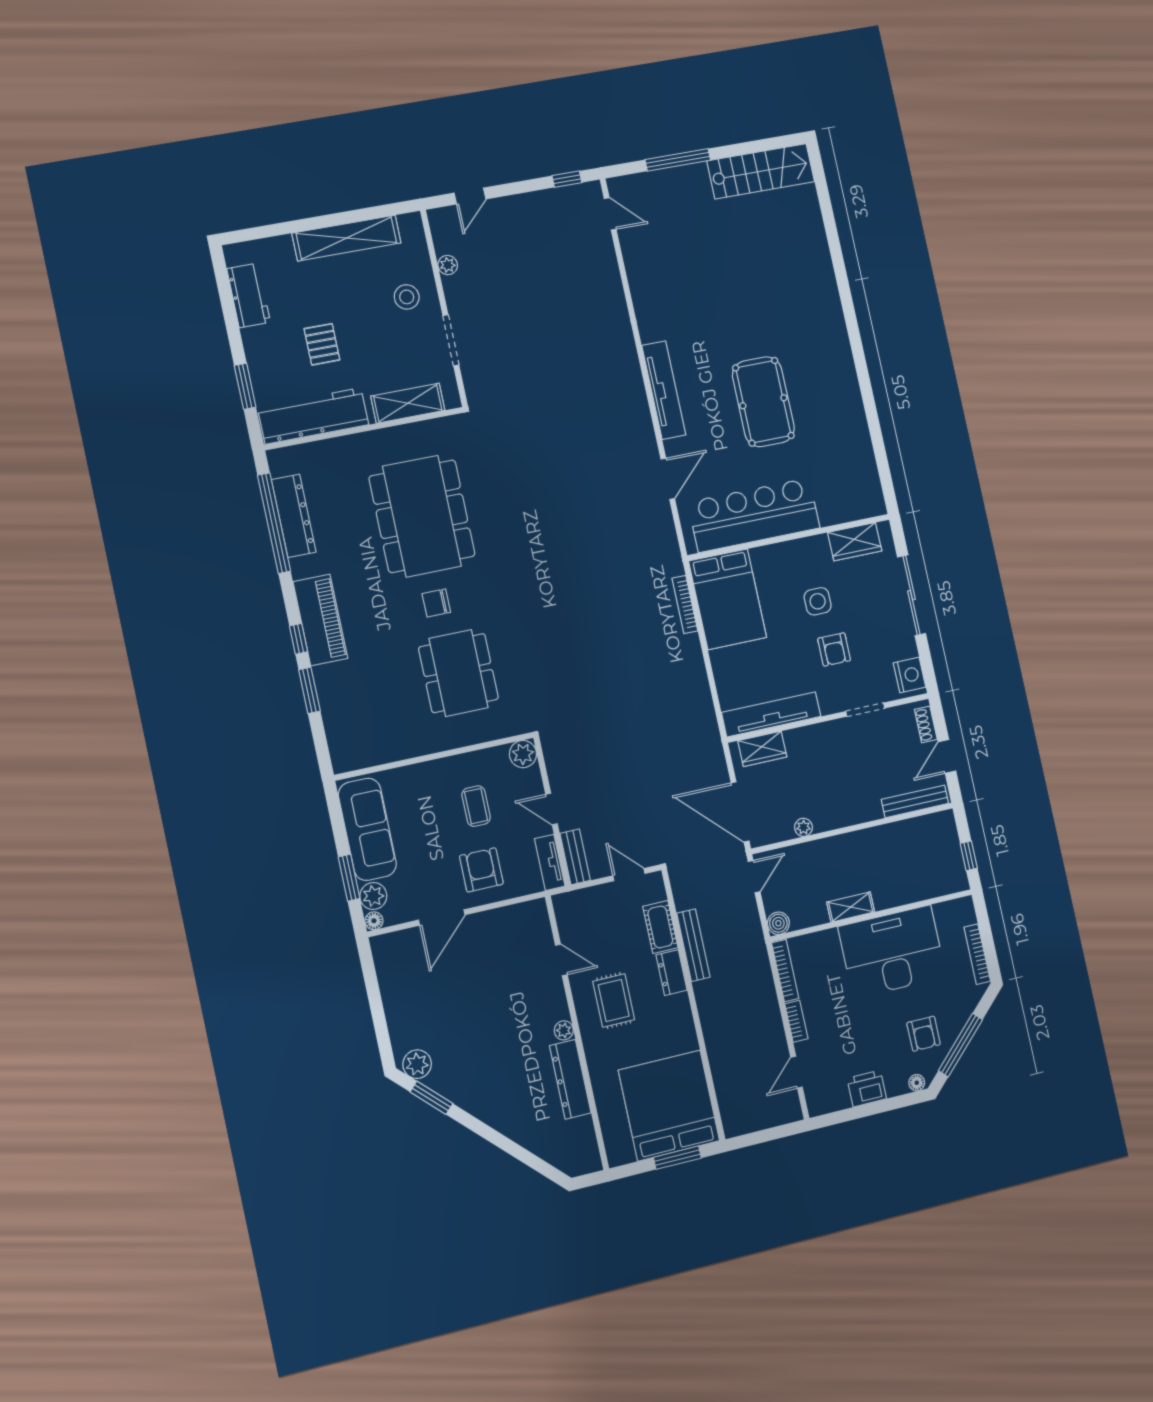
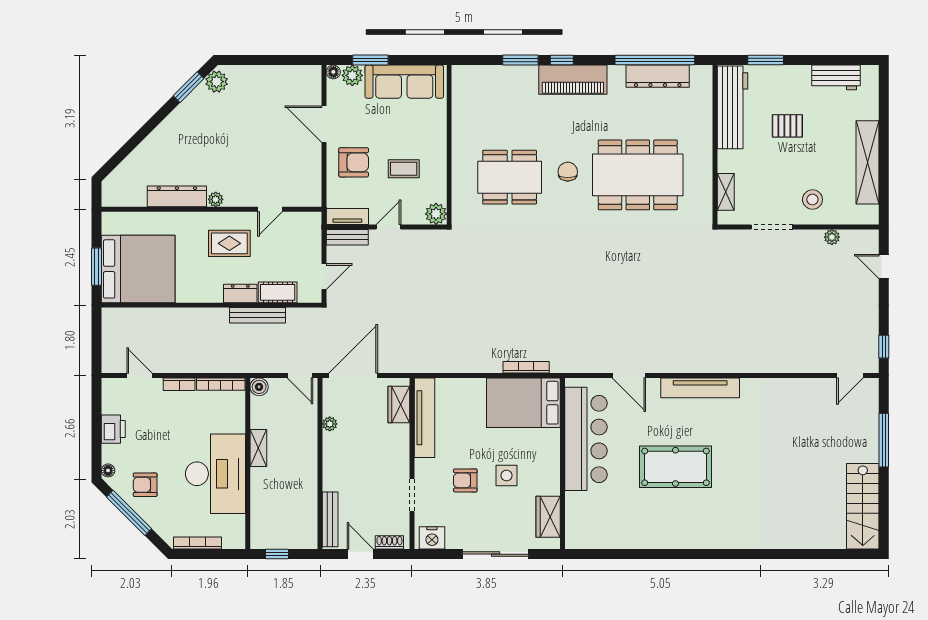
shelving: (408, 403) -> (726, 192), width x0.67, depth x0.75

